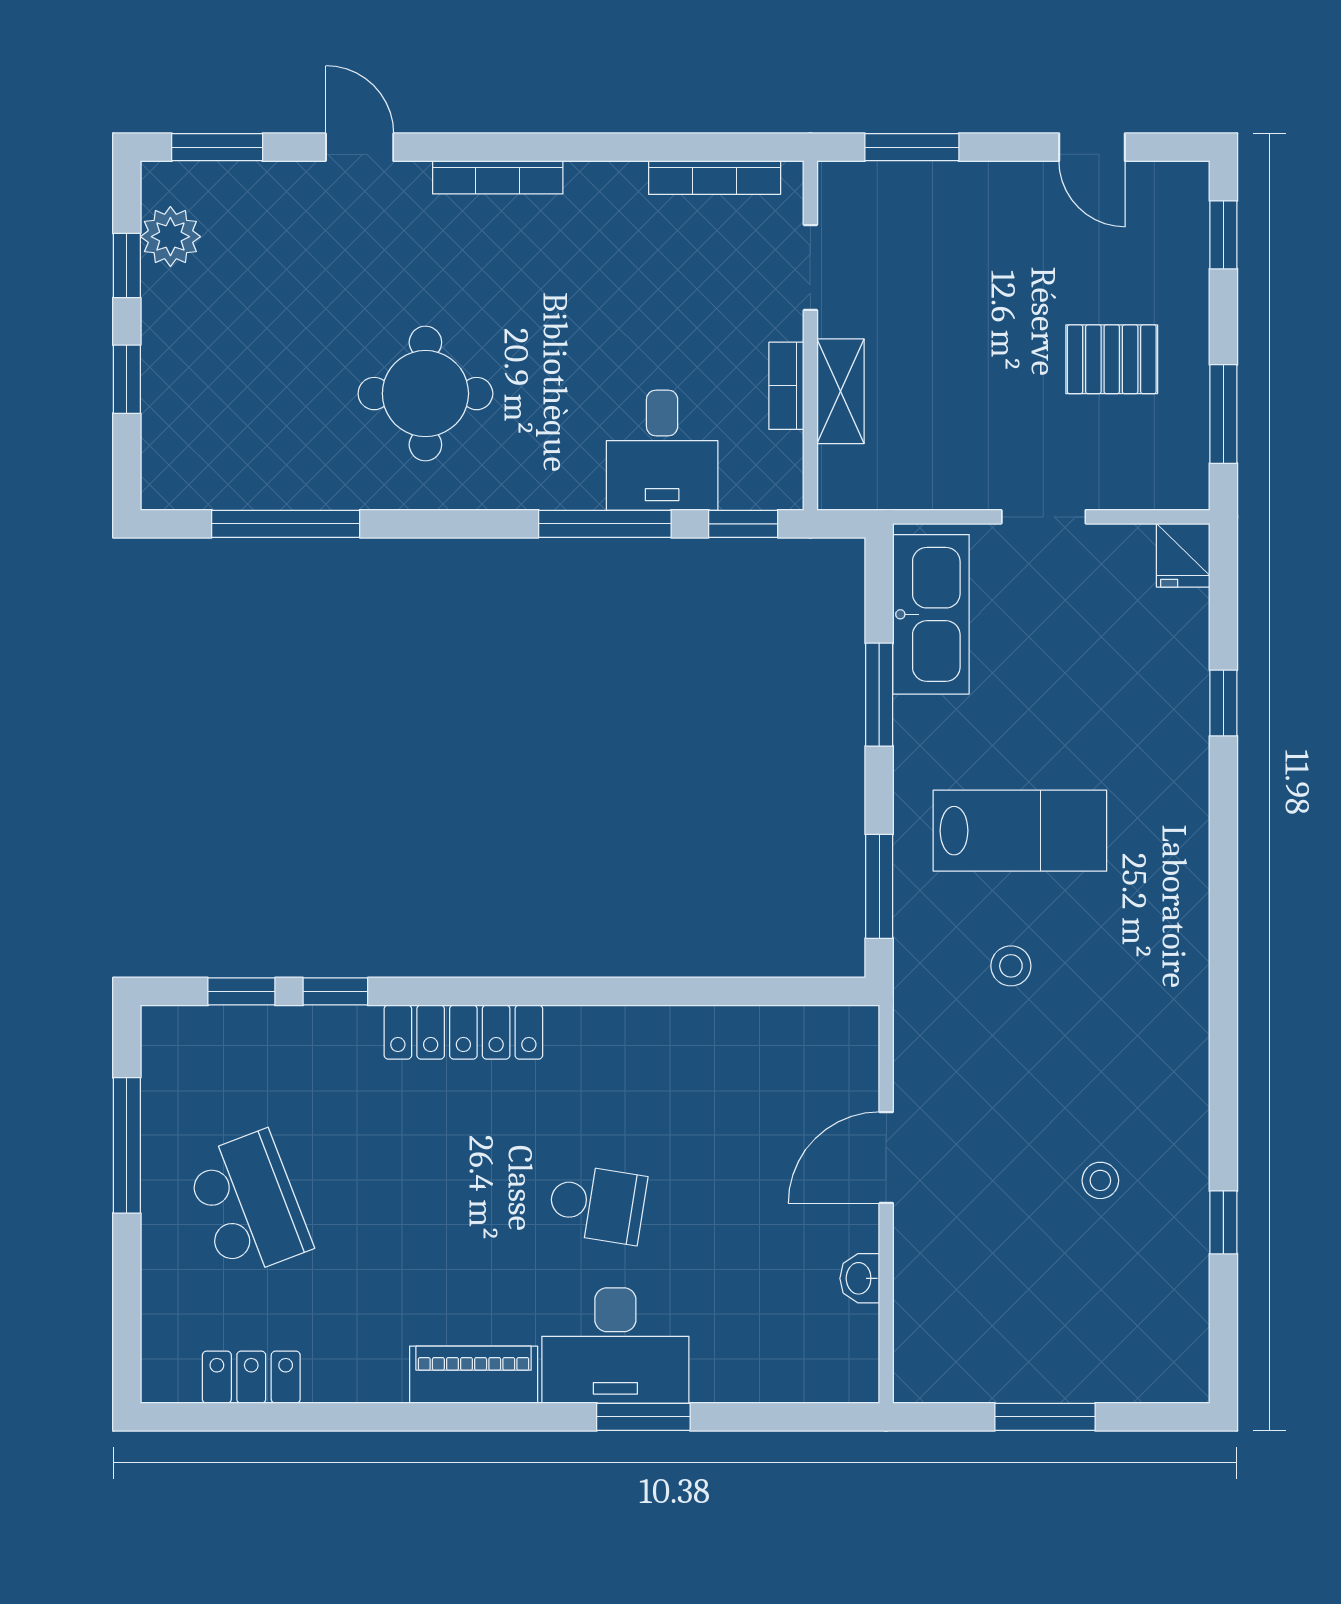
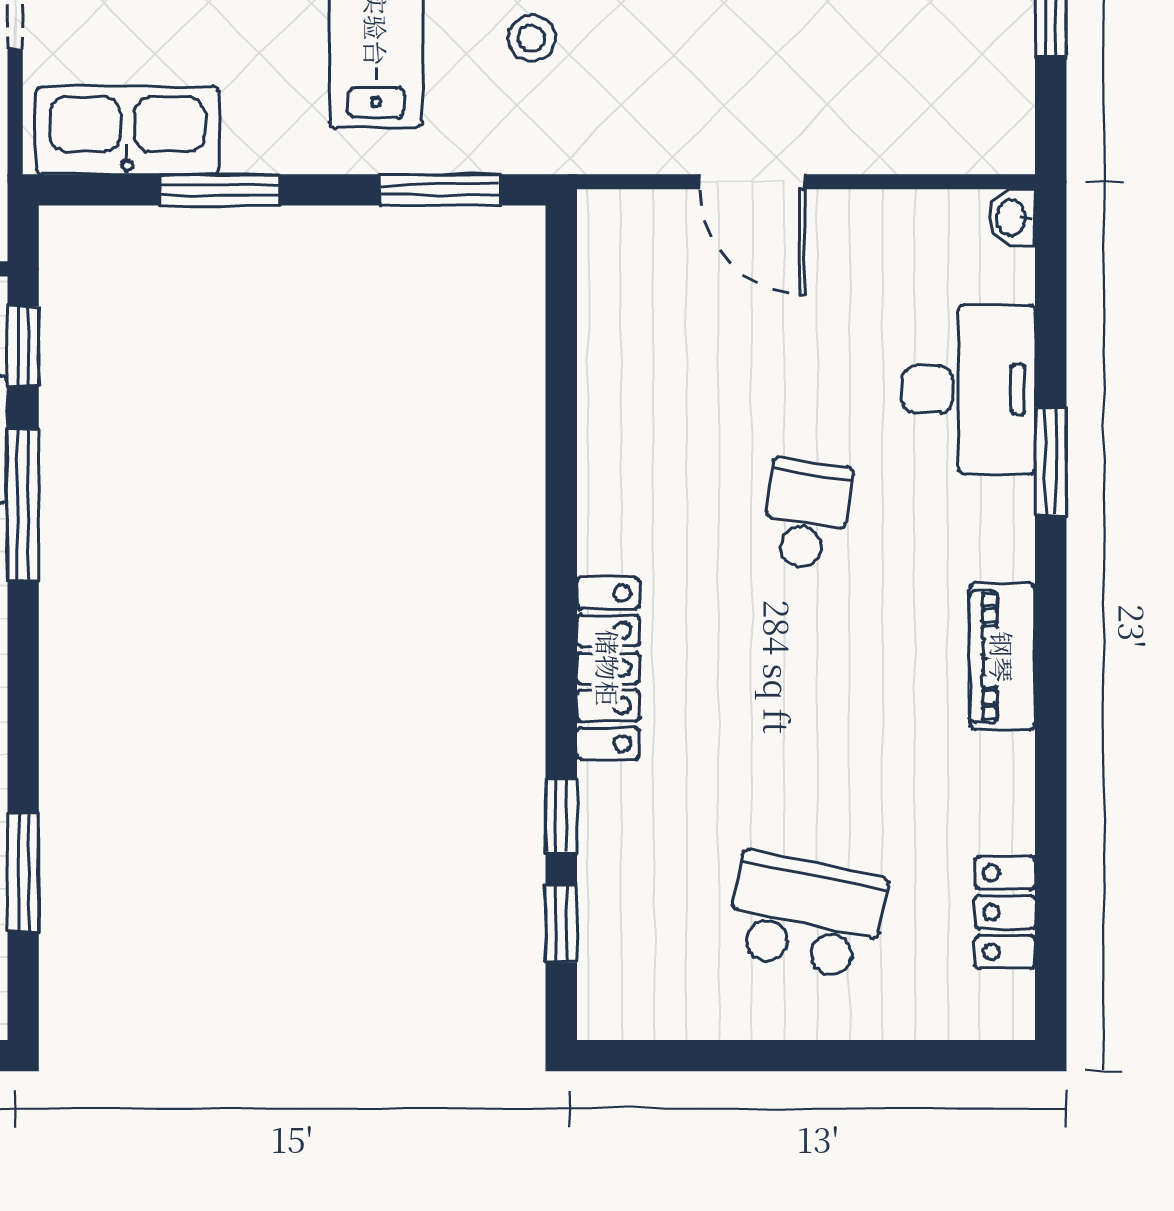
window: (286, 524) -> (23, 873), width x0.69
window: (127, 1145) -> (738, 1056), removed
school desk: (249, 1204) -> (806, 915), turned 33
washbasin: (860, 1278) -> (1012, 218), moved, turned 90
desk: (615, 1346) -> (969, 389), moved

